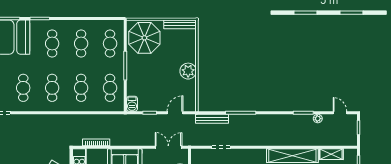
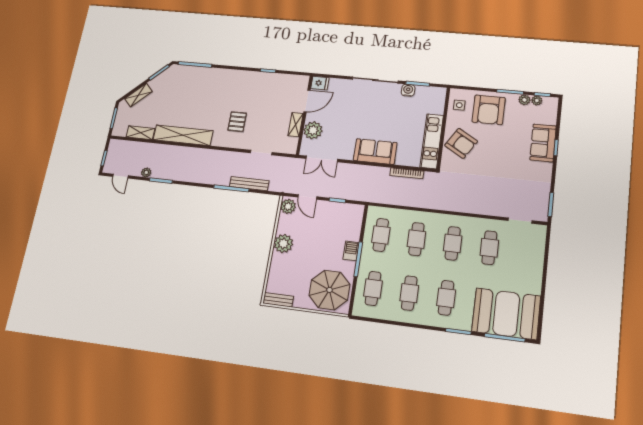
bench: (180, 24) -> (278, 300), width x0.73
plant: (190, 103) -> (288, 206), added
barbecue: (132, 104) -> (351, 251), moved
door: (175, 113) -> (307, 197), hinge flipped
bench: (212, 119) -> (249, 184), moved

